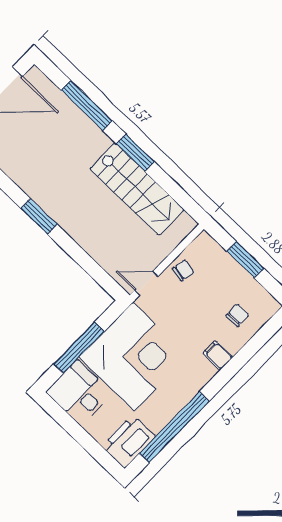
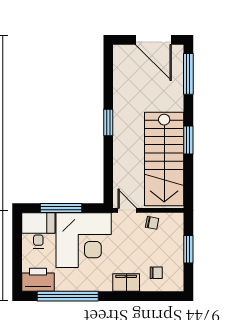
window: (87, 106) -> (188, 74), moved
stairs: (137, 189) -> (164, 159), width x1.36, depth x1.51
filing cabinet: (218, 355) -> (126, 283), width x2.00

